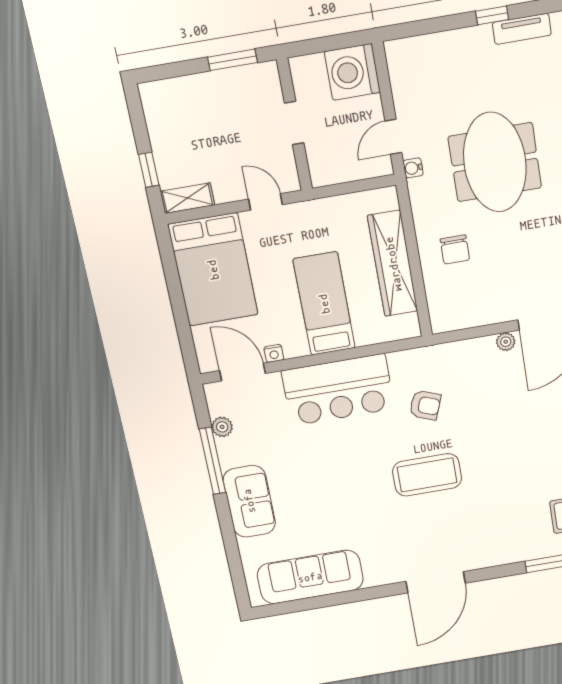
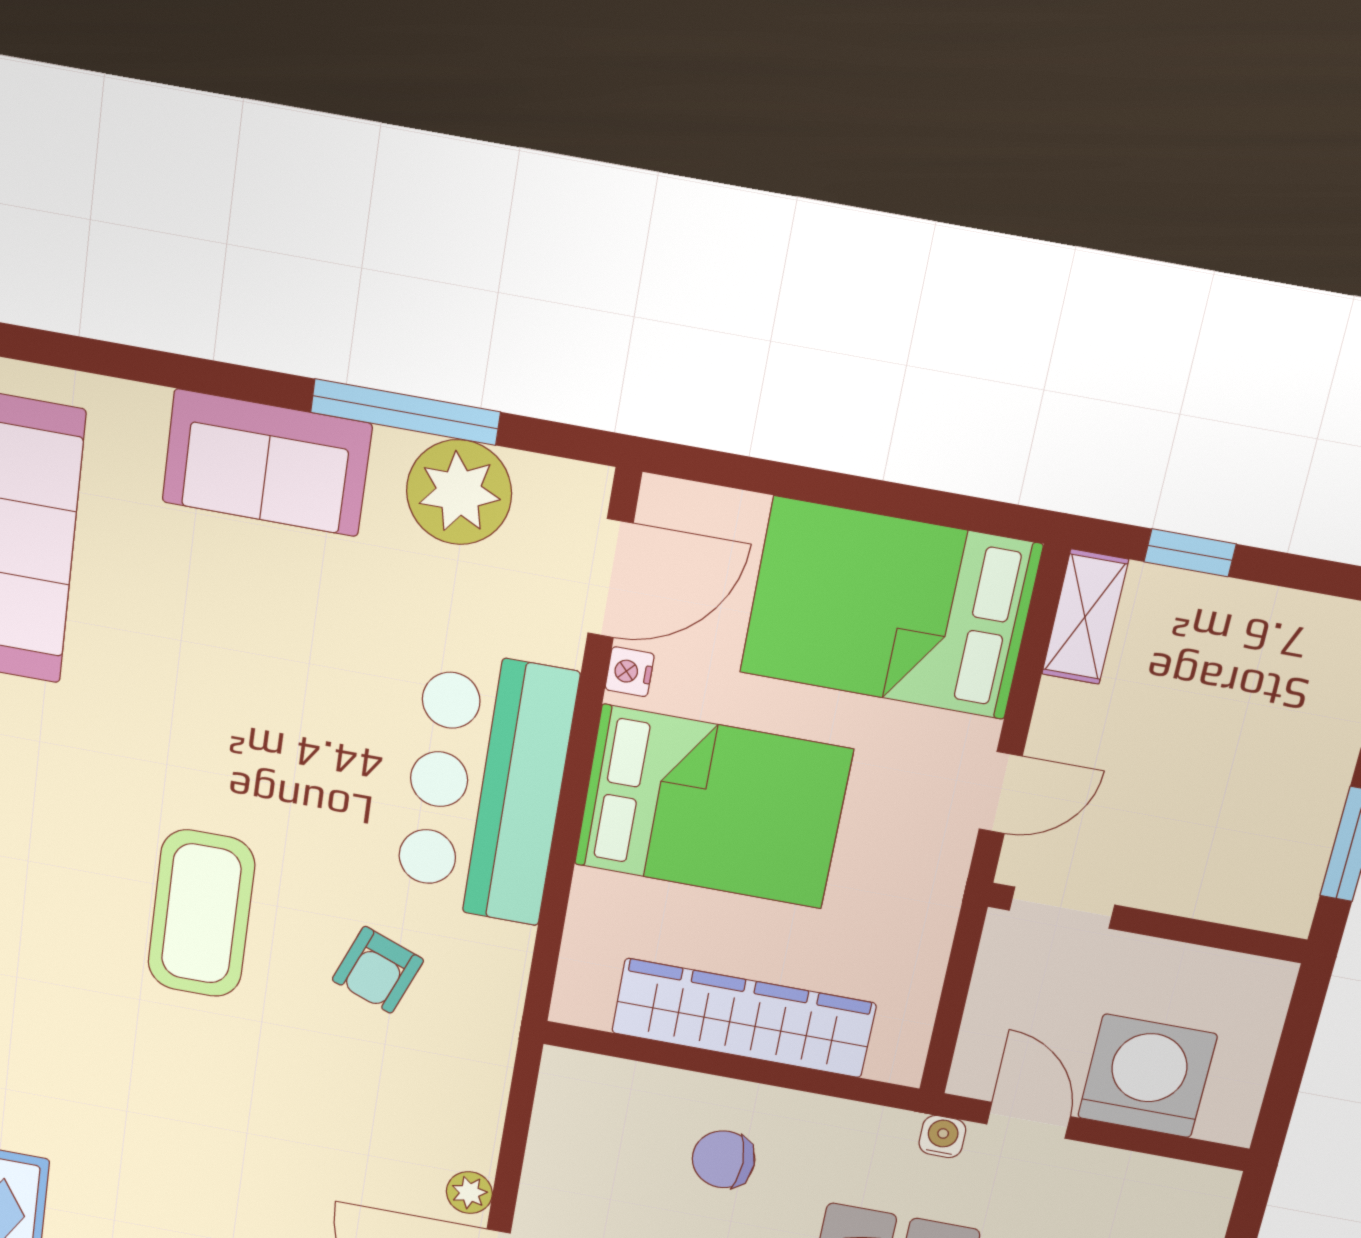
washing machine: (352, 72) -> (1147, 1076), moved
doorway: (294, 123) -> (1062, 908), moved
bed: (324, 304) -> (713, 807), width x1.50
plant: (222, 427) -> (459, 492), width x1.88, depth x1.88

